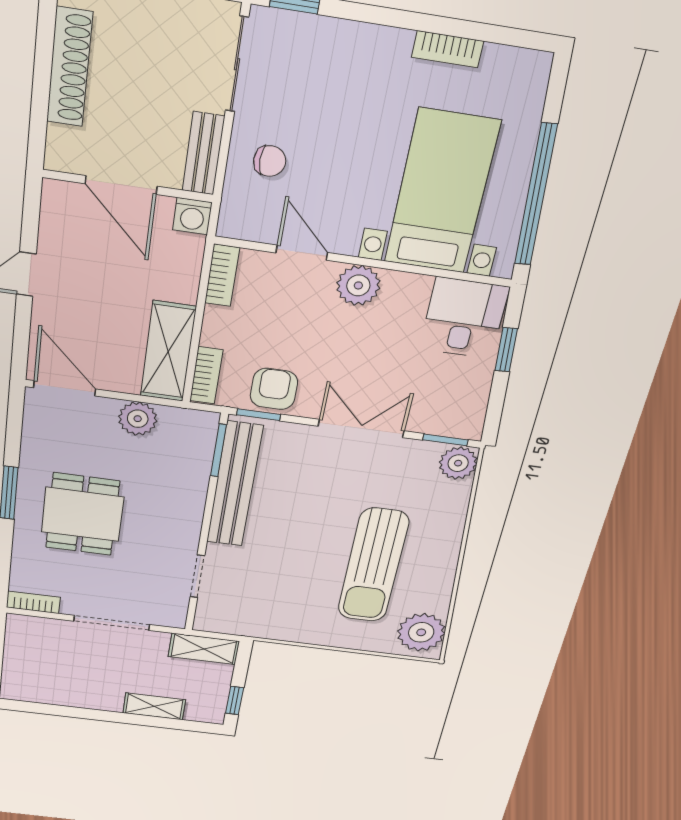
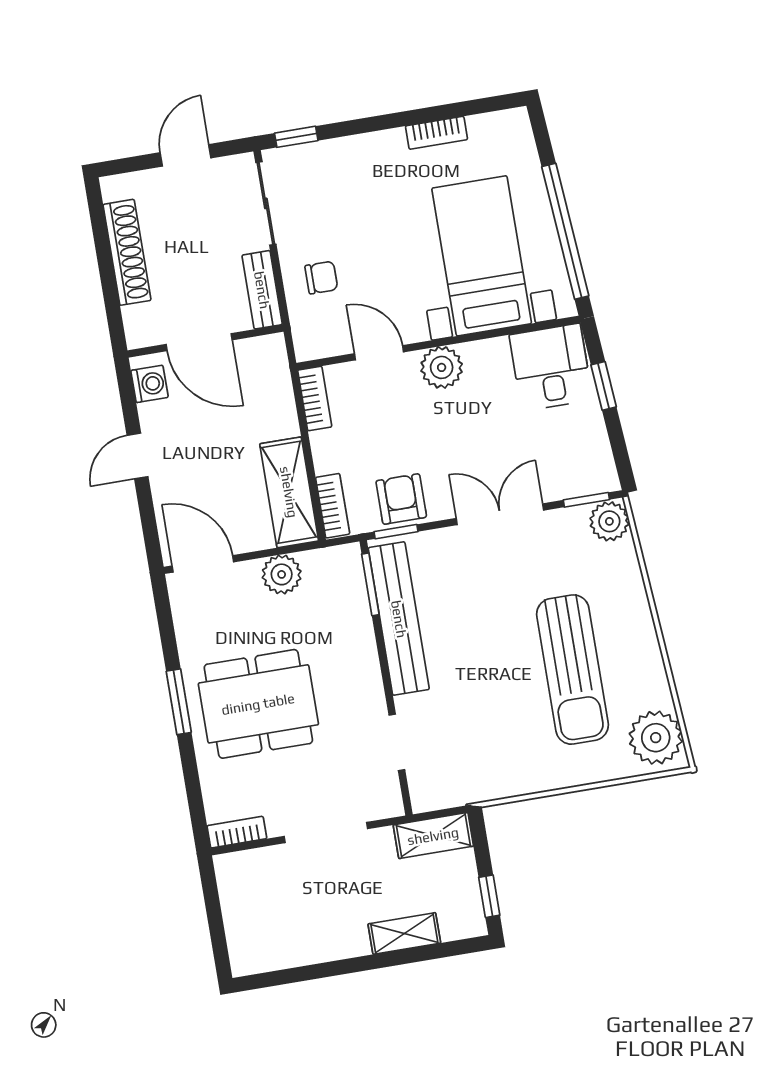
washing machine: (192, 216) -> (150, 384), moved, turned -90
dining table: (82, 514) -> (258, 704), width x1.38

